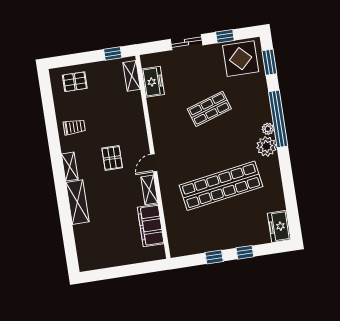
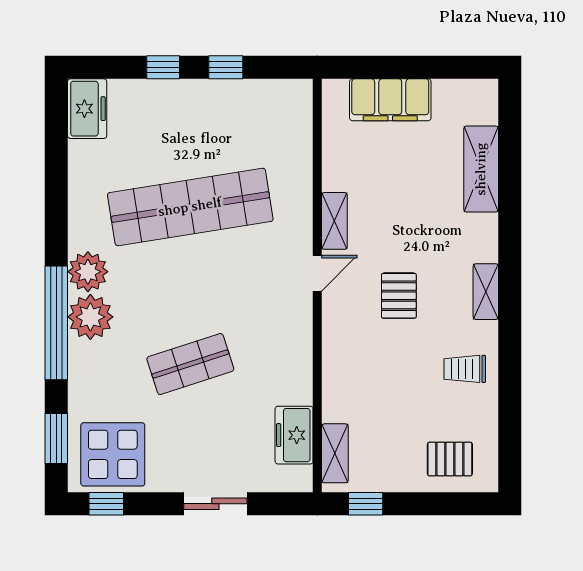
window: (225, 36) -> (106, 504), moved
plant: (268, 129) -> (90, 317), width x1.88, depth x1.88
shelving: (78, 202) -> (481, 169), moved
filing cabinet: (151, 225) -> (390, 100), moved, turned 90

